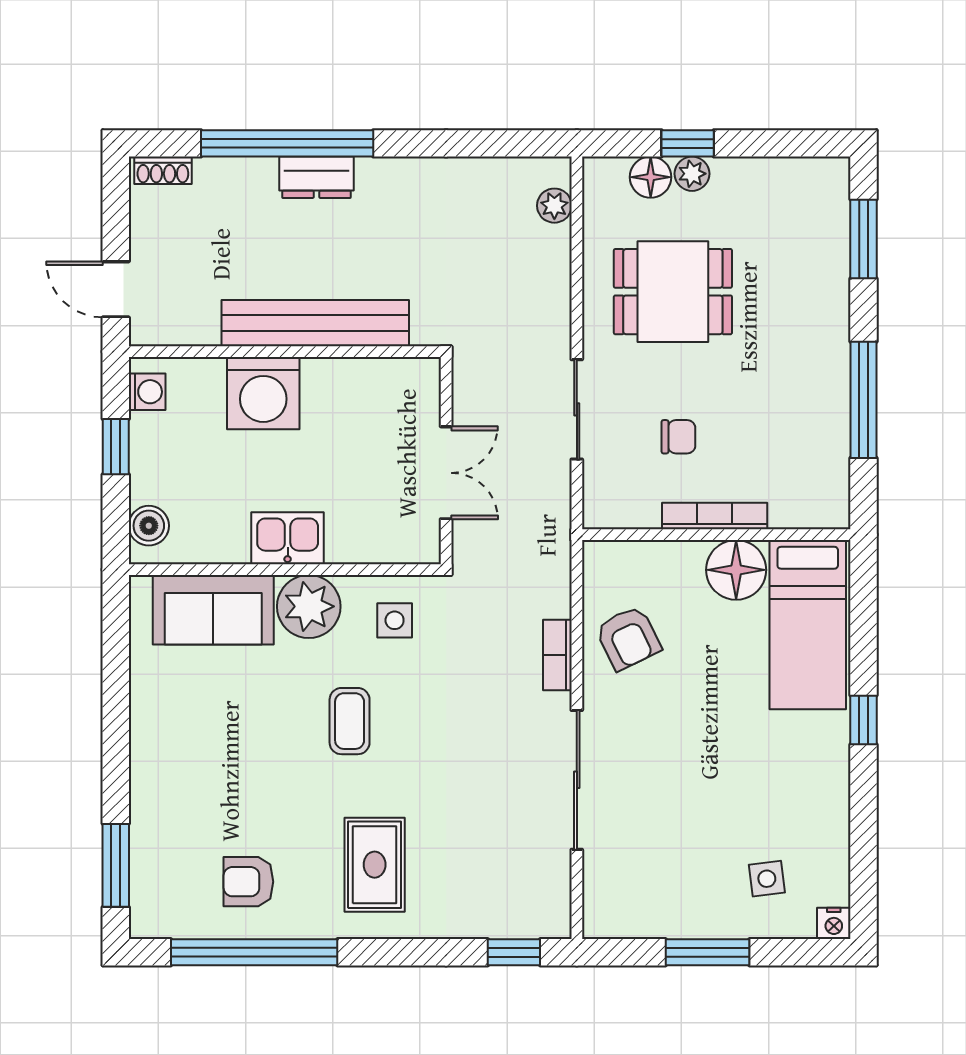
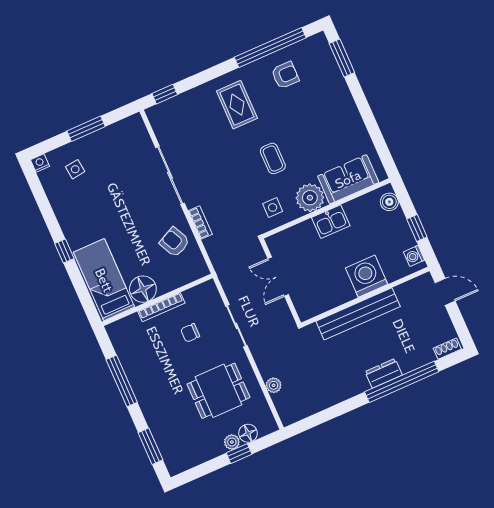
plant: (554, 206) -> (274, 385), moved

